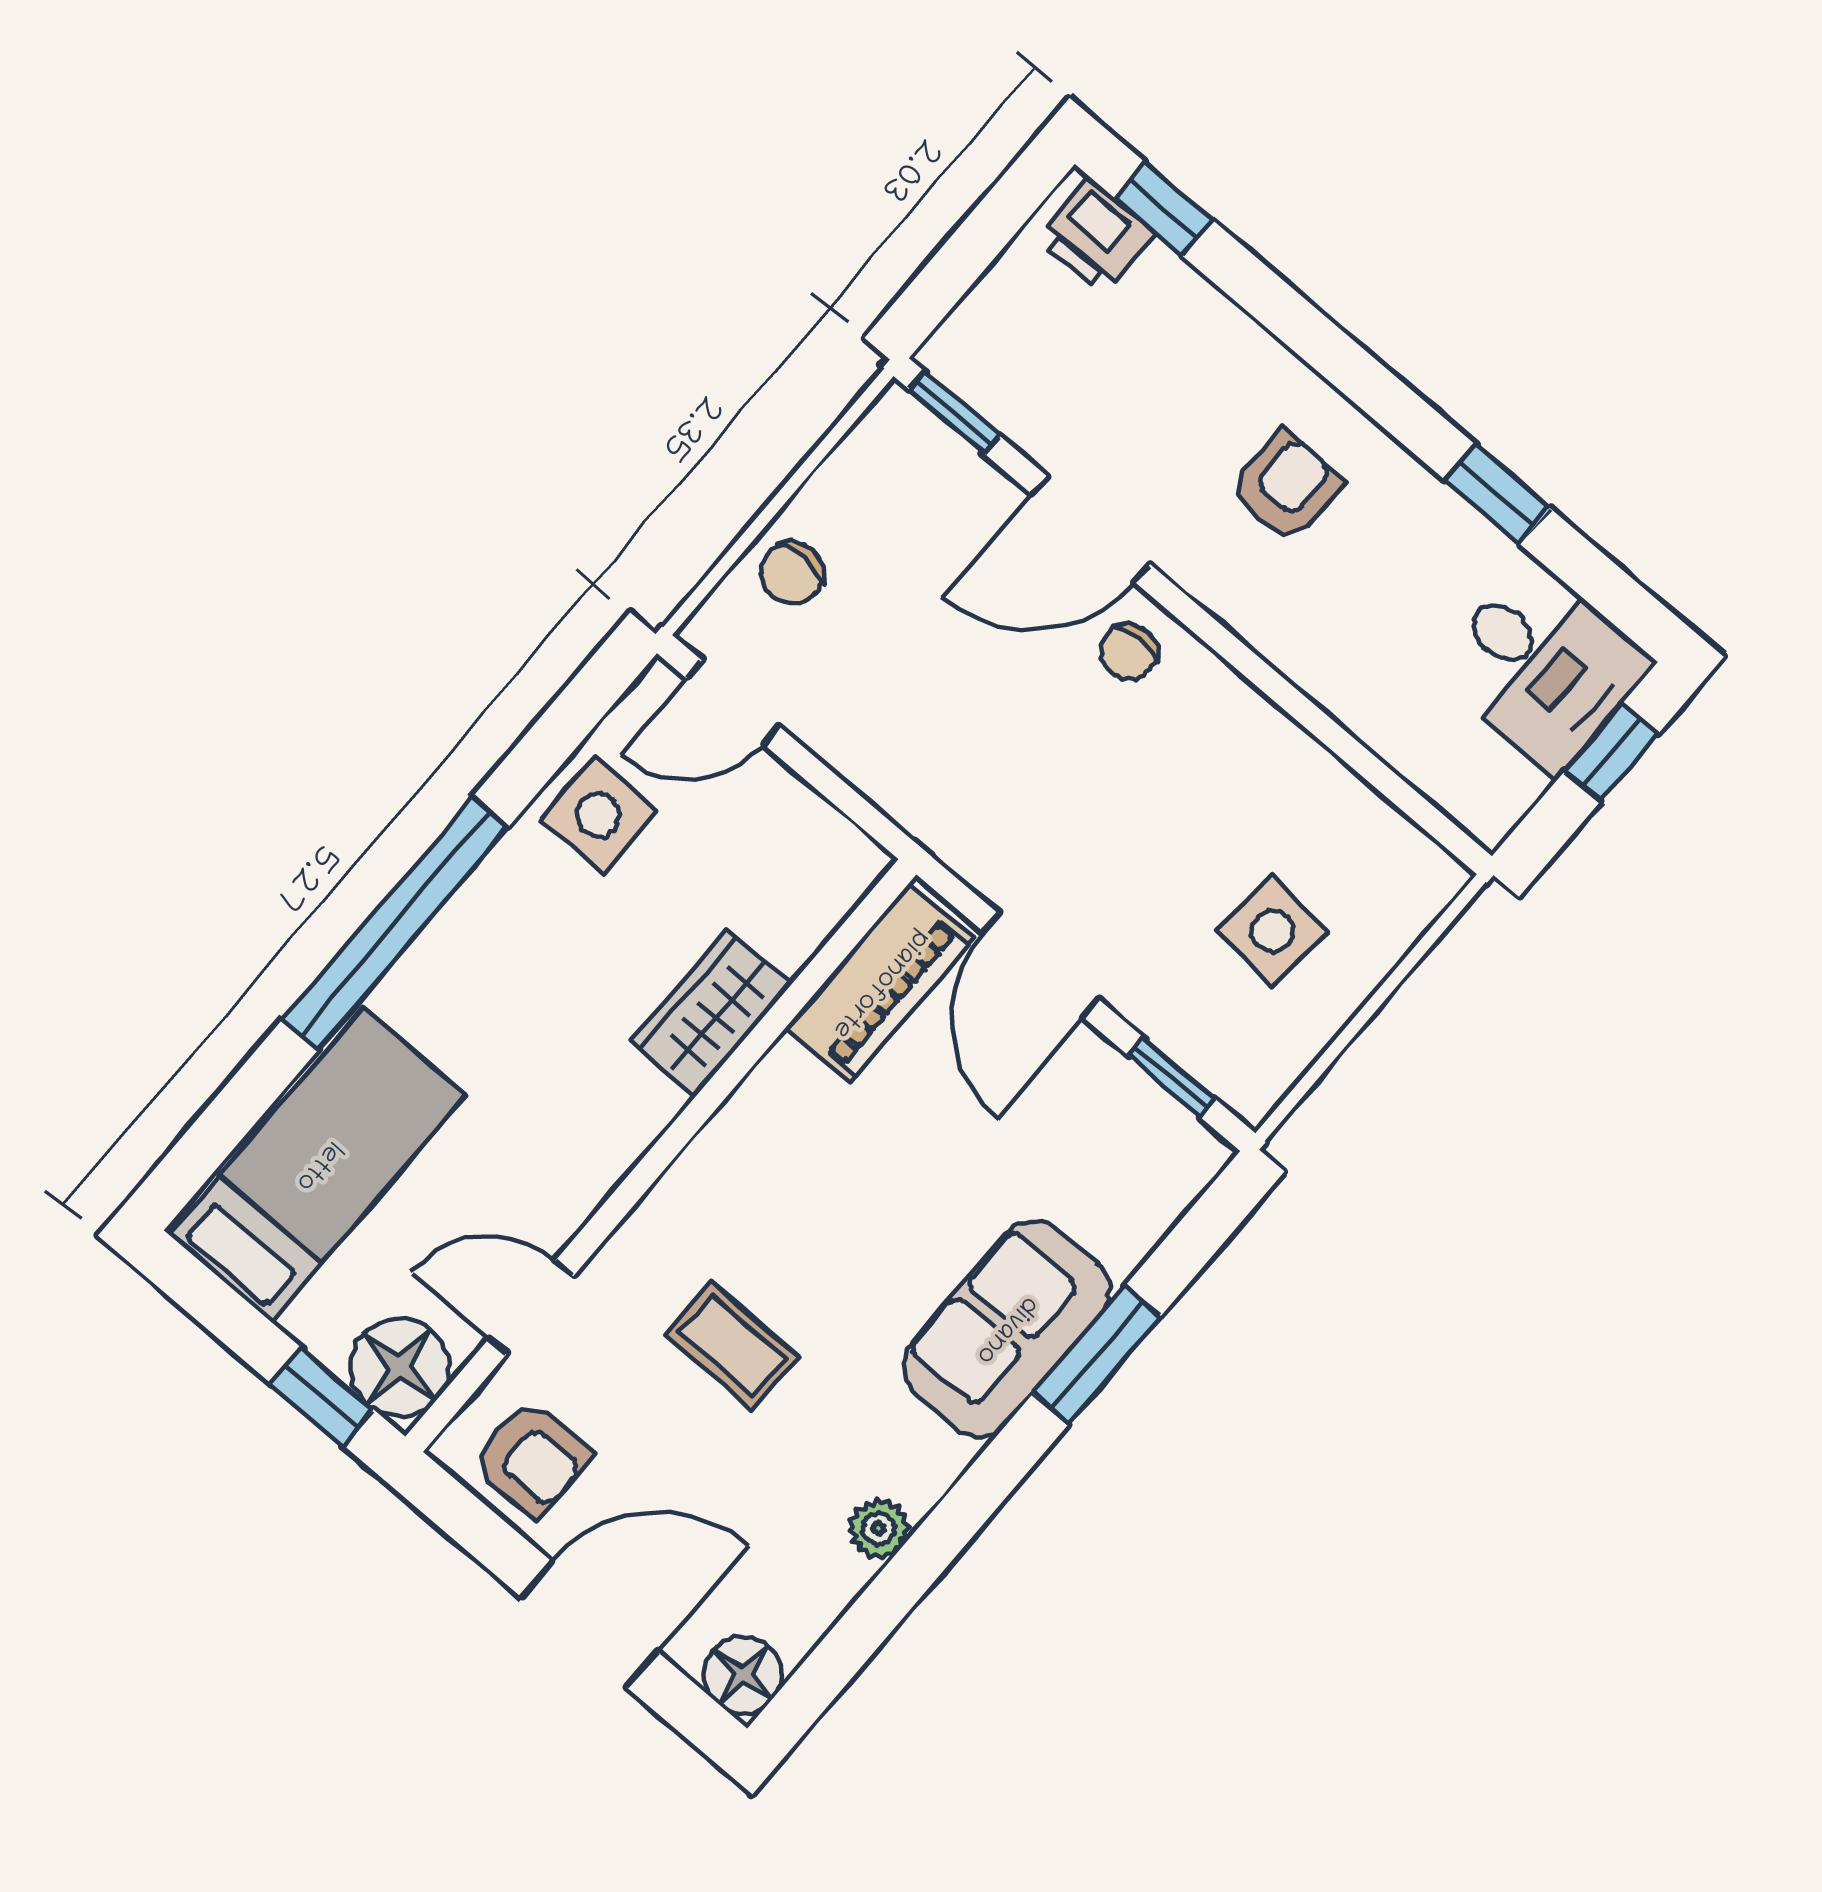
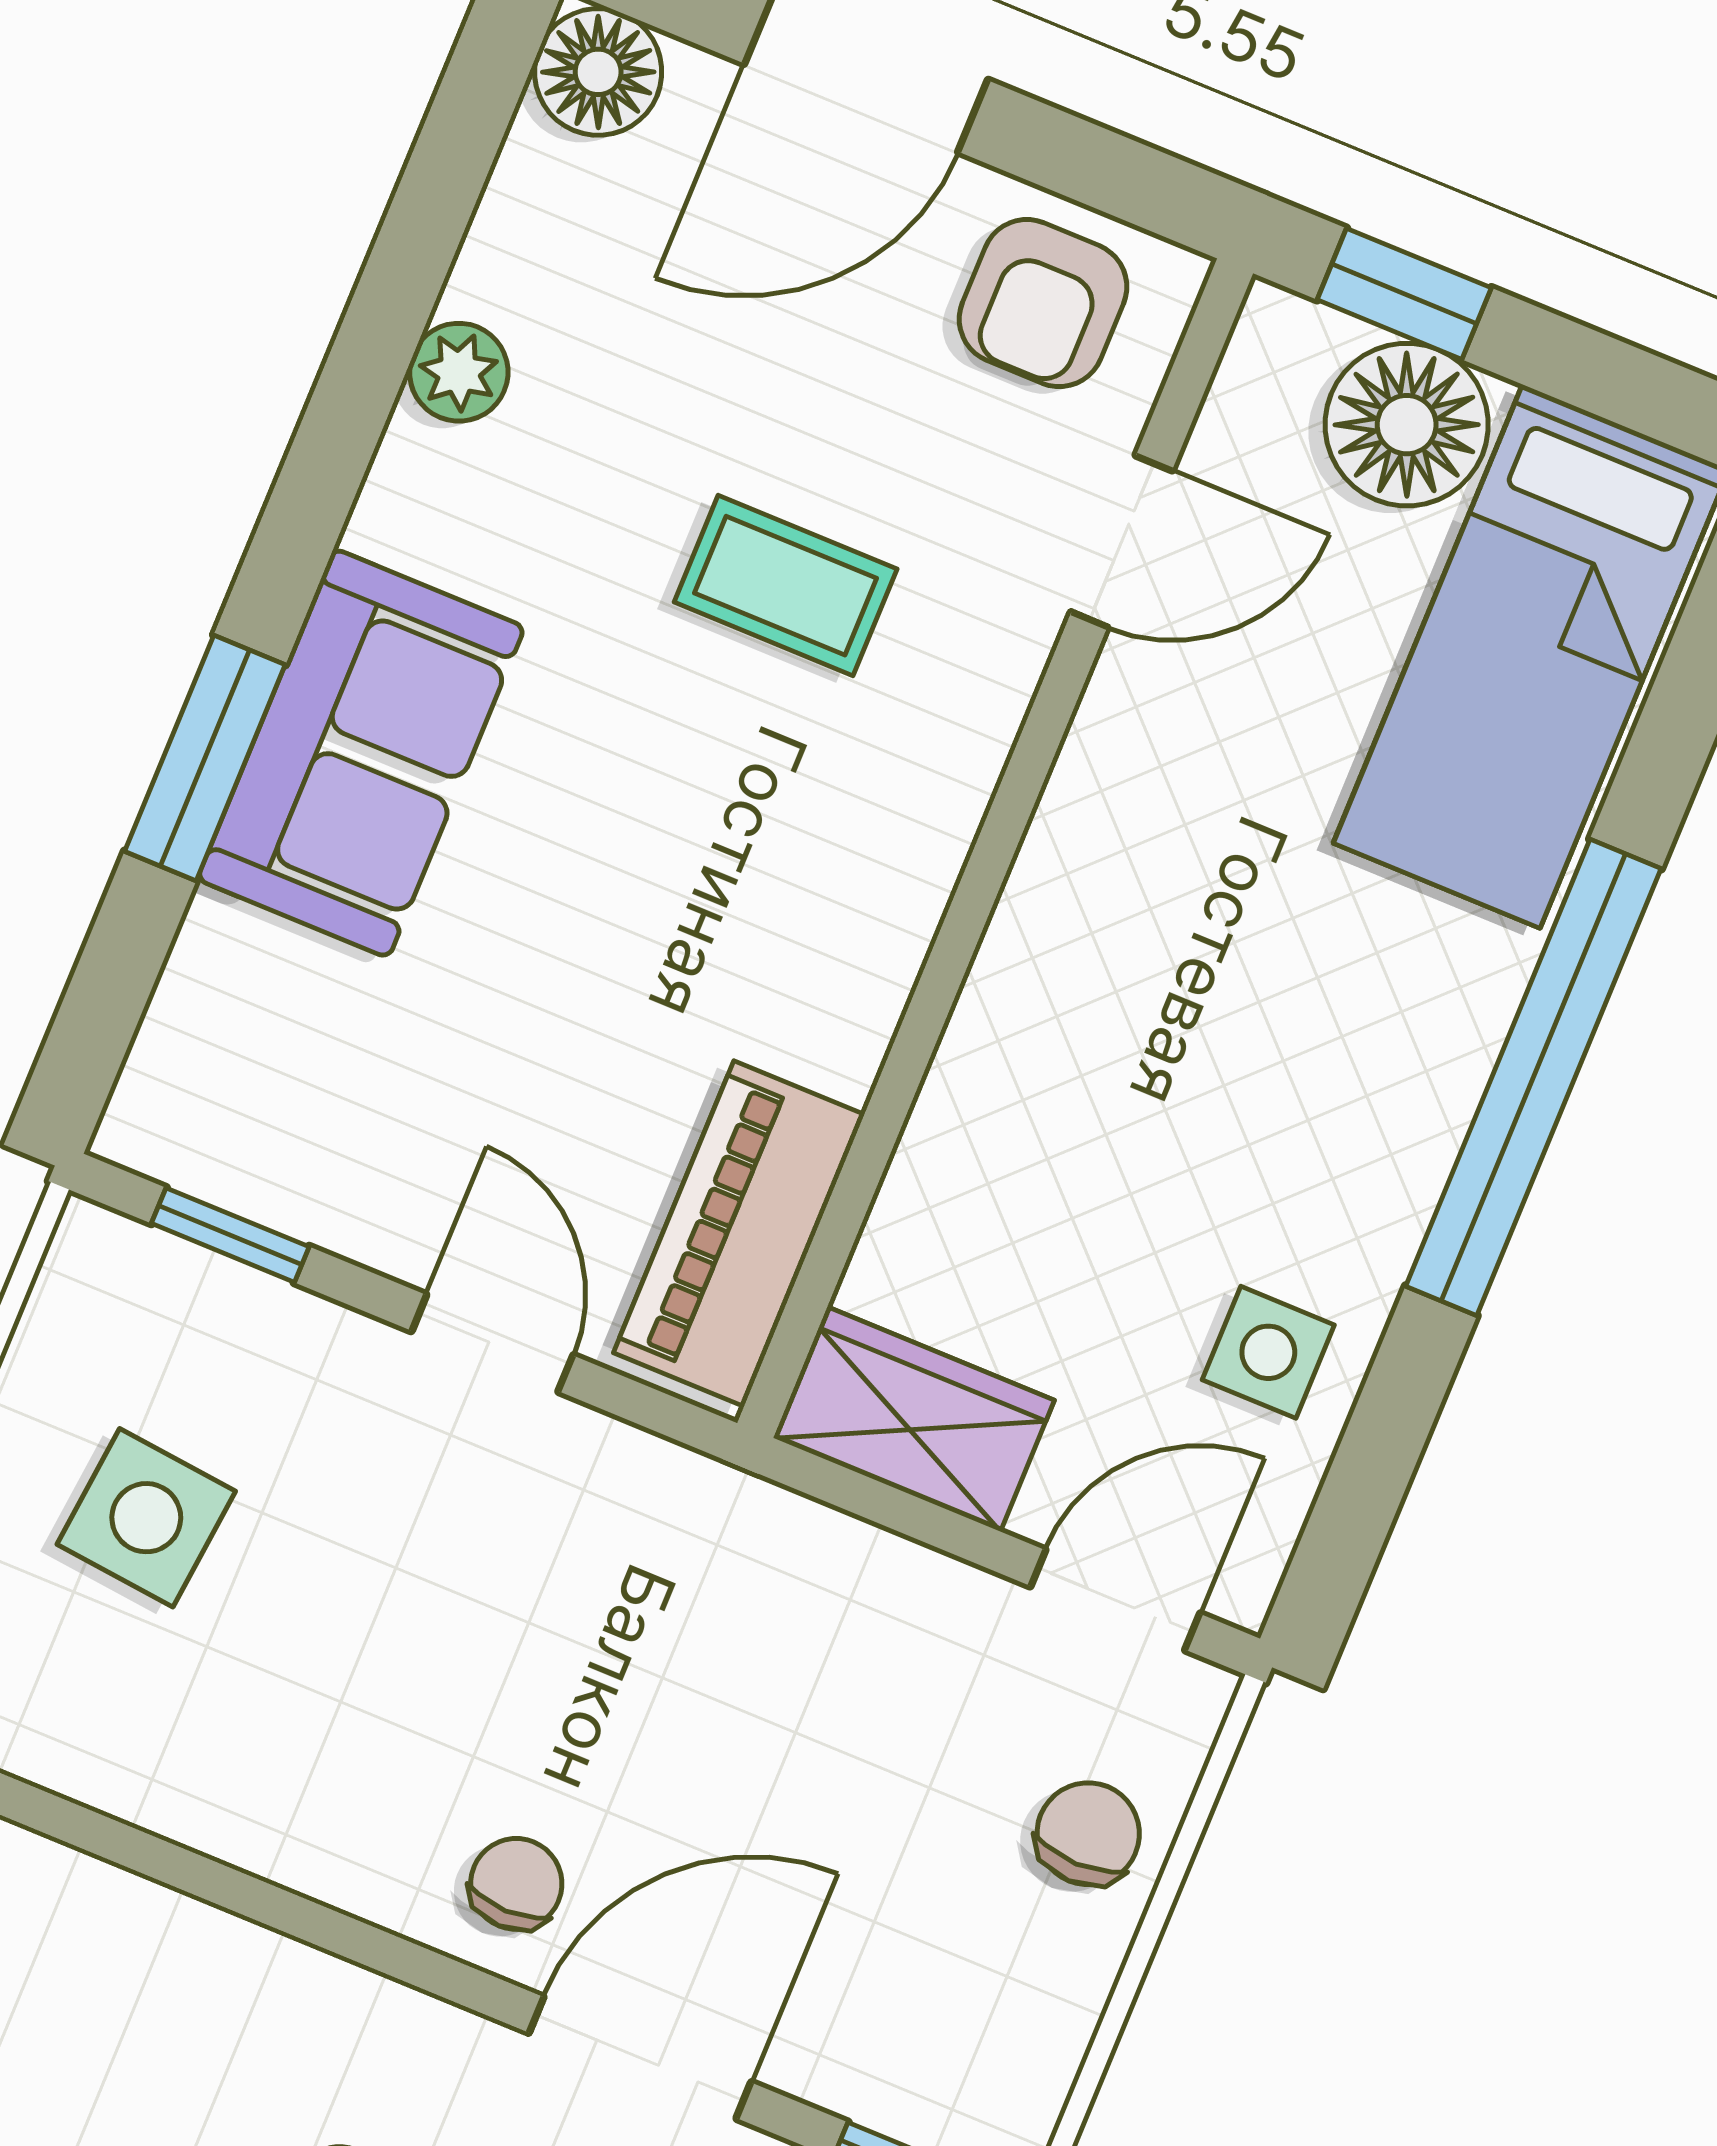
side table: (599, 815) -> (1268, 1352), width x0.73, depth x0.73
door: (1042, 966) -> (492, 1343), width x0.73
wardrobe: (711, 1012) -> (914, 1419), moved, turned -90
floor lamp: (400, 1367) -> (1407, 425), moved
armchair: (531, 1459) -> (1043, 303), turned -90

